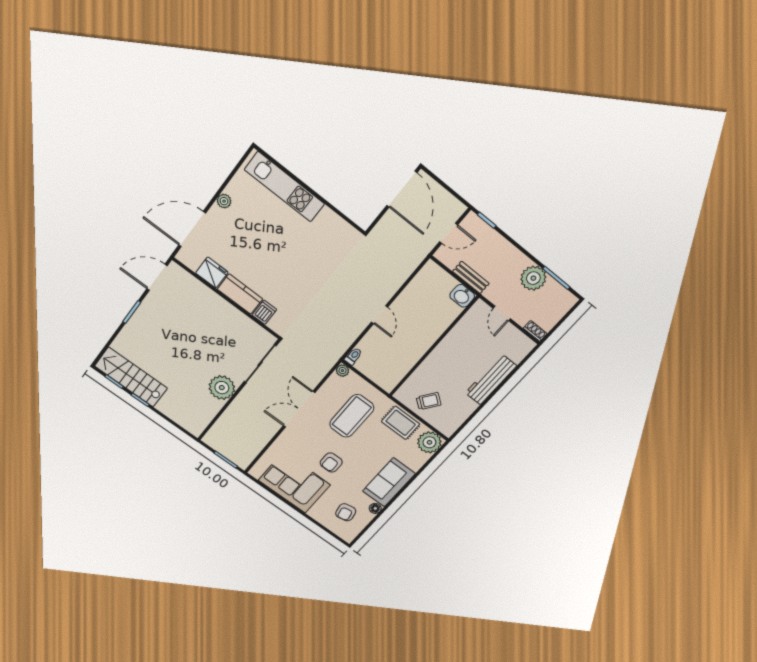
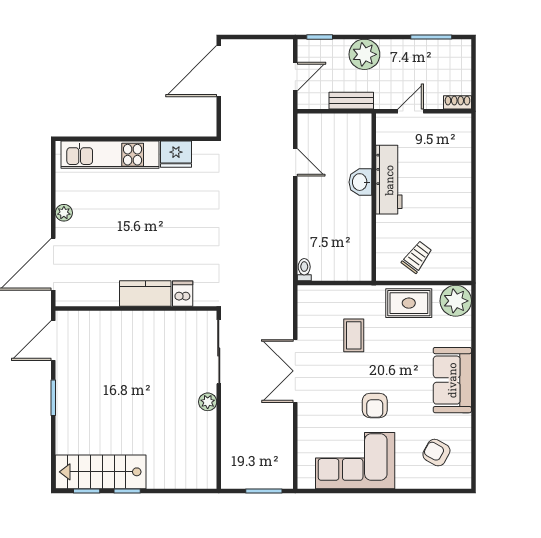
door: (402, 189) -> (219, 71), swing flipped
fridge: (212, 273) -> (176, 154), moved, turned 180
plant: (533, 278) -> (364, 54), moved
washbasin: (462, 296) -> (360, 182), moved, turned 90
door: (502, 313) -> (411, 111), swing flipped
door: (380, 315) -> (295, 162), moved
plant: (342, 371) -> (306, 293), removed
workbench: (491, 379) -> (389, 180), moved, turned 180
plant: (222, 388) -> (208, 402), width x0.53, depth x0.53
coffee table: (352, 416) -> (354, 335), width x0.54, depth x0.58
floor lamp: (375, 508) -> (463, 422), removed
armchair: (346, 512) -> (436, 453), turned 130

